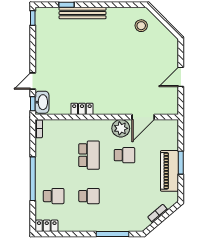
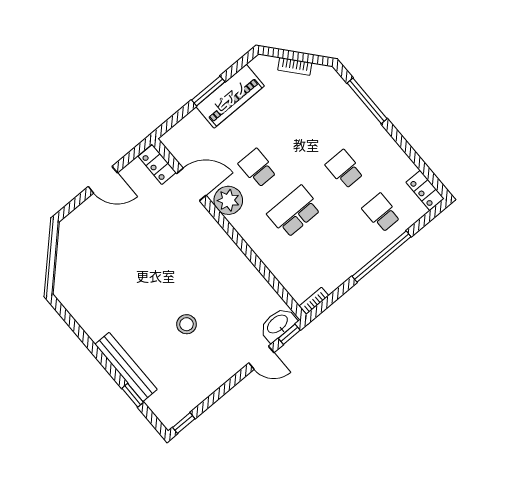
stool: (141, 26) -> (187, 324), moved
locker: (82, 109) -> (157, 164), moved

